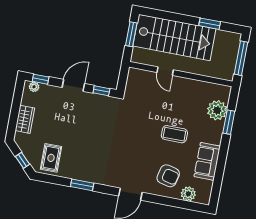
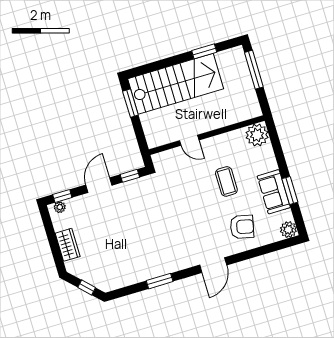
door: (165, 71) -> (189, 140), moved
wall: (181, 74) -> (207, 135), moved
window: (229, 122) -> (290, 190), moved
coffee table: (174, 134) -> (226, 181), turned 90
rug: (51, 158) -> (114, 270), removed
plant: (188, 194) -> (288, 230), moved

